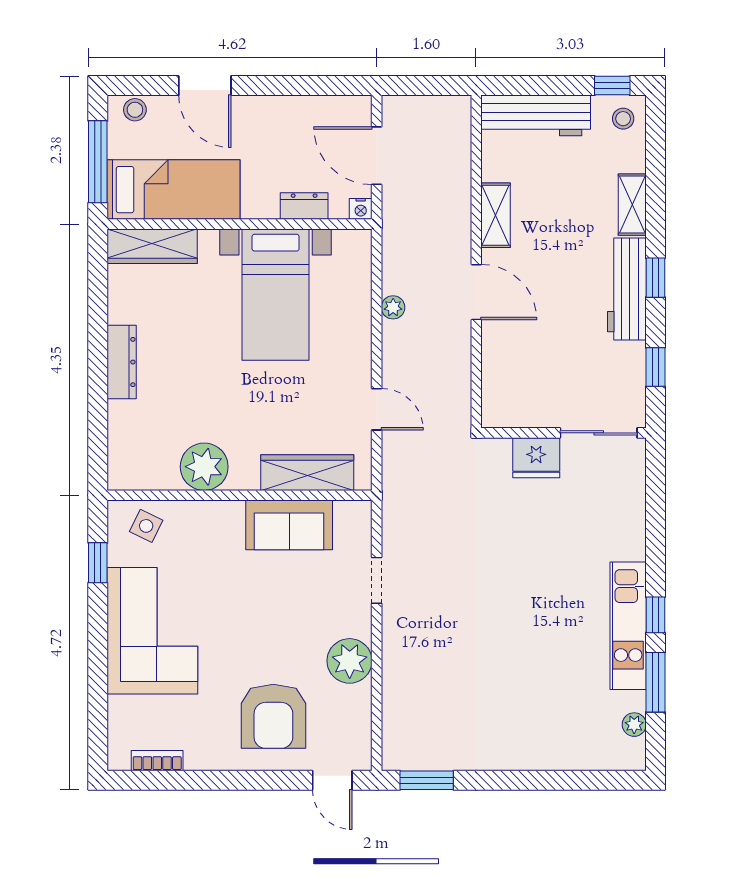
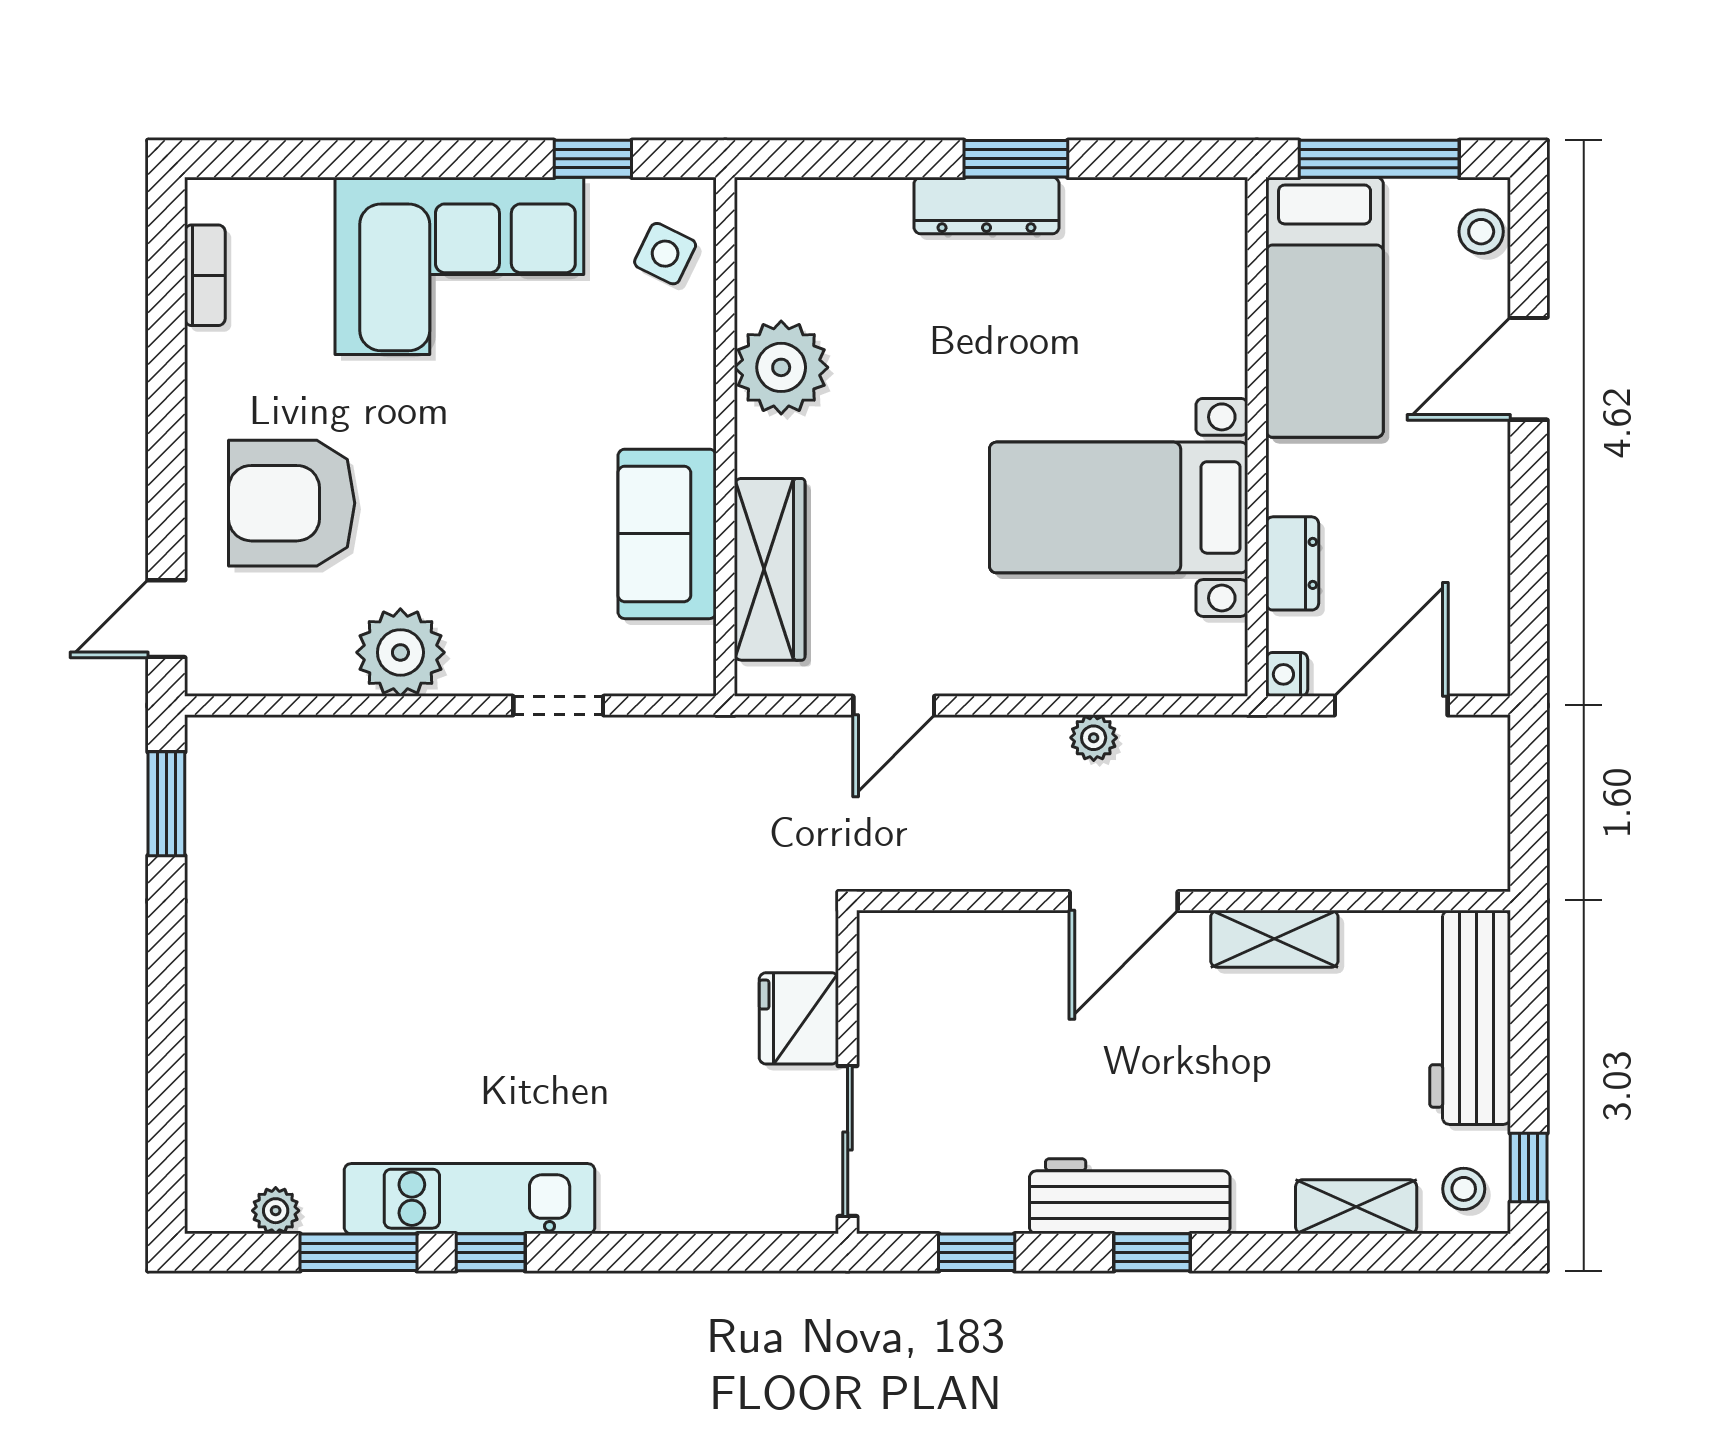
shelving: (632, 205) -> (1356, 1207), moved
wardrobe: (152, 246) -> (1214, 265), removed
window: (98, 347) -> (1016, 159), added

